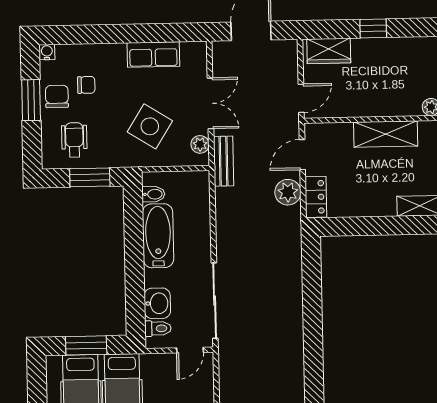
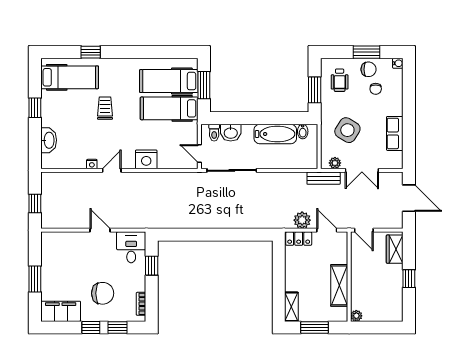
wheelchair: (74, 140) -> (340, 80), turned 90

